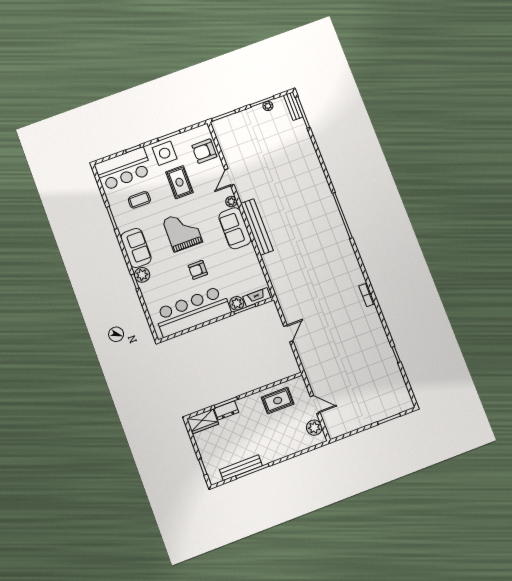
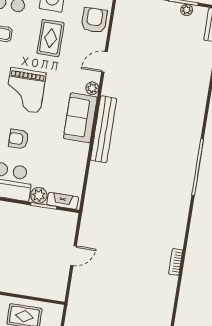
armchair: (204, 151) -> (94, 20), turned 90
grand piano: (182, 231) -> (25, 90), turned 180

